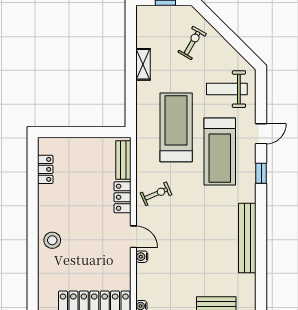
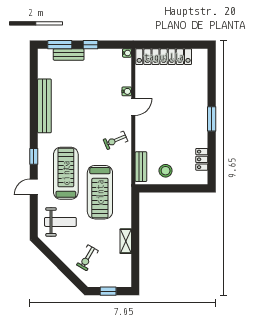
locker: (122, 197) -> (142, 138), removed
window: (33, 221) -> (212, 119), added
door: (133, 237) -> (133, 107), swing flipped
stool: (52, 240) -> (166, 171), moved

